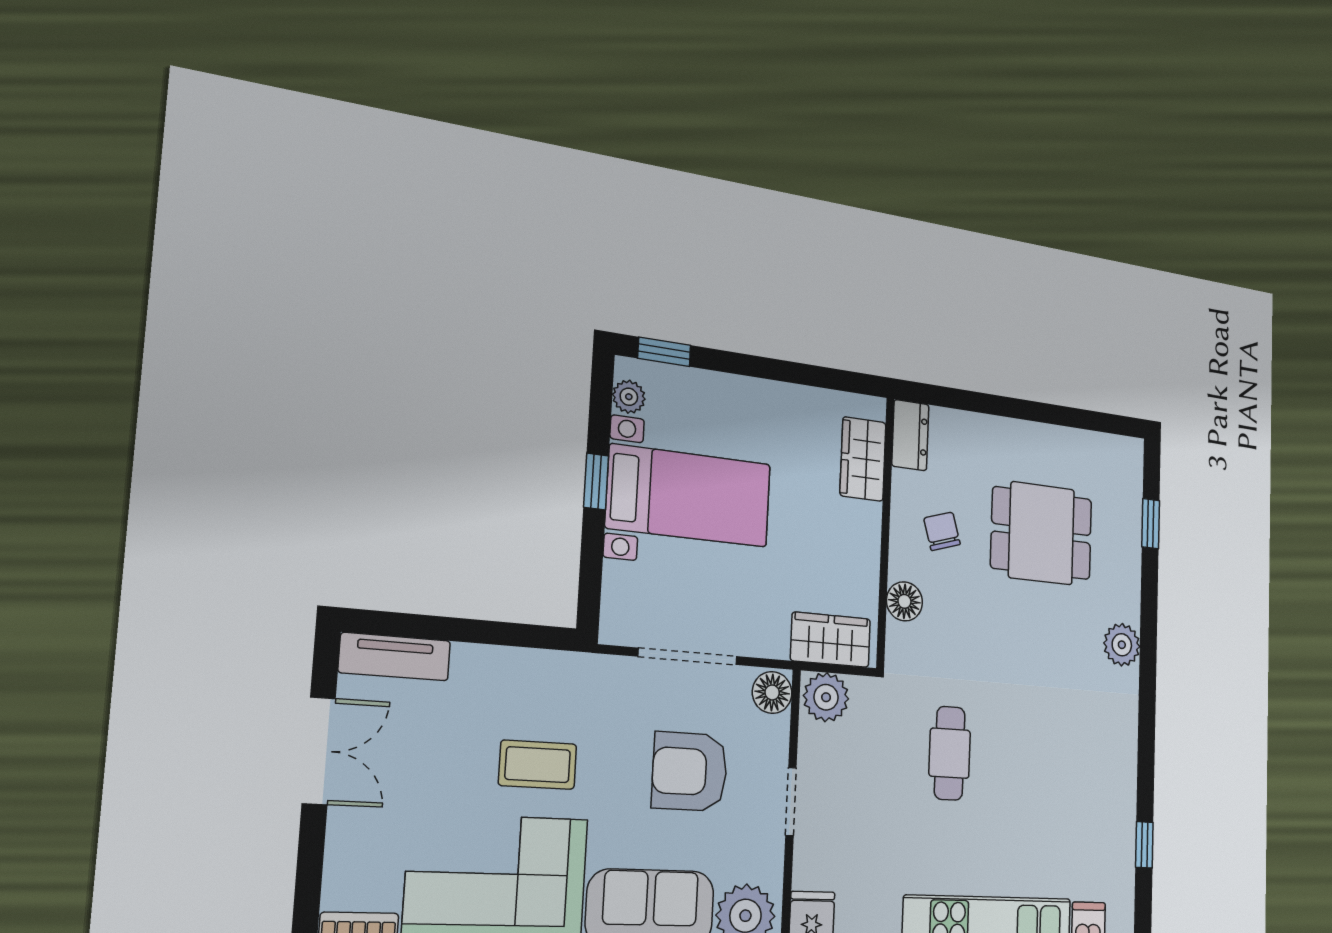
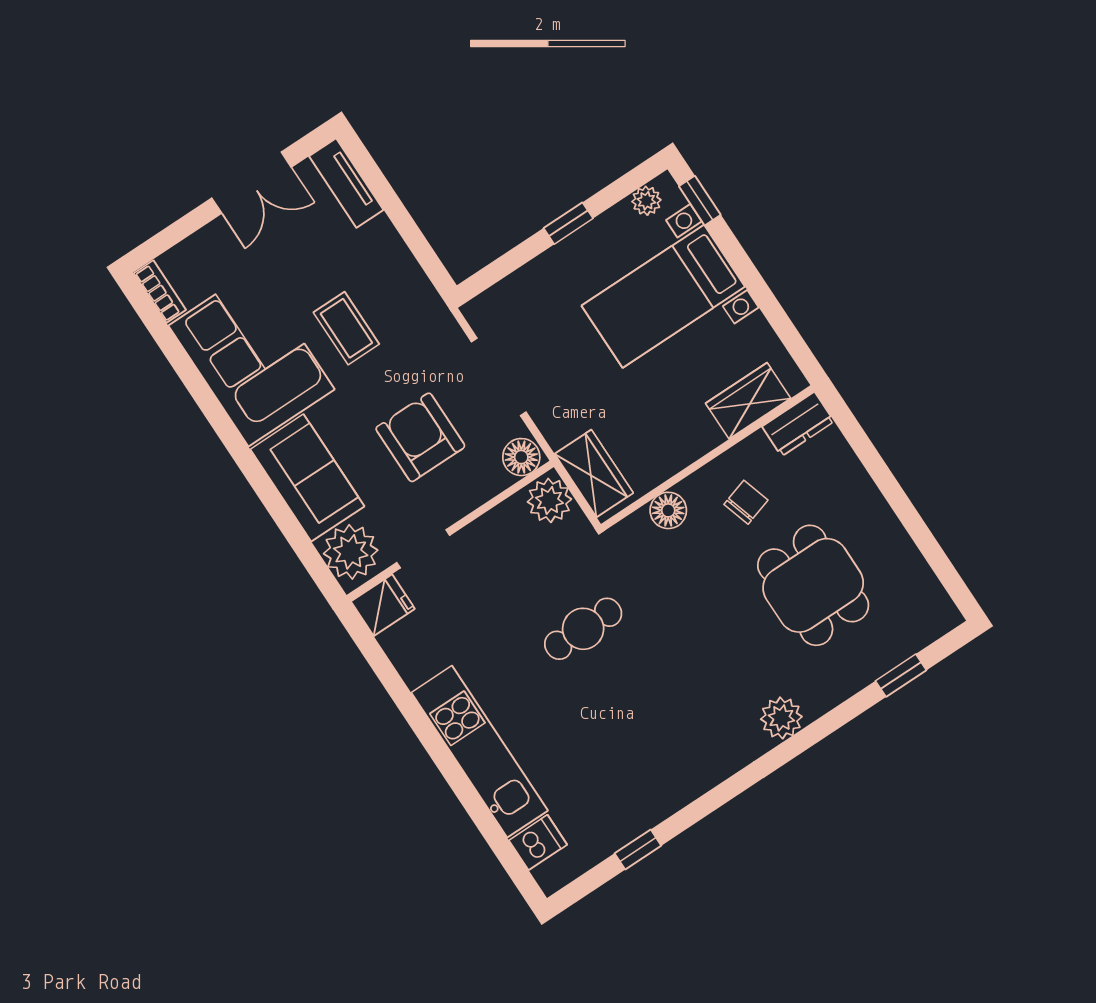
bed with nightstands: (689, 496) -> (663, 296), moved, turned 90
doorway: (791, 801) -> (423, 549), moved

